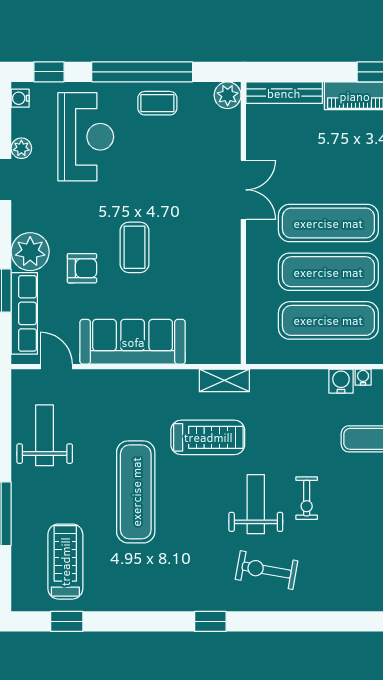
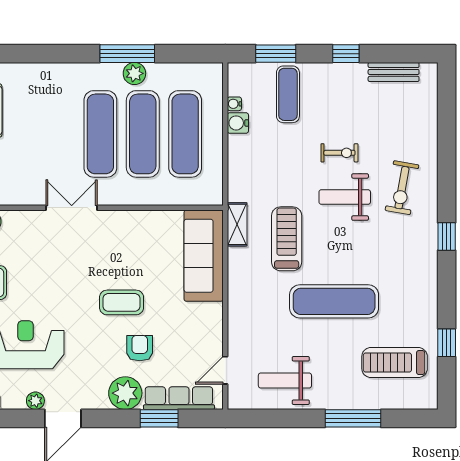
sofa: (133, 342) -> (204, 256), moved
window: (67, 621) -> (447, 343), moved

